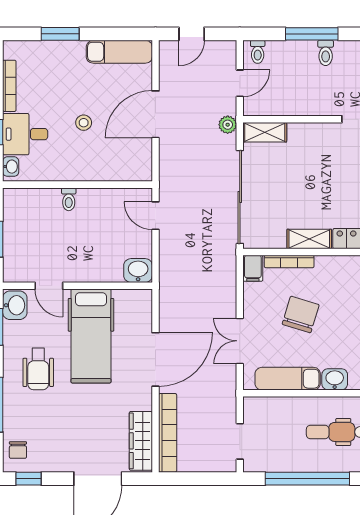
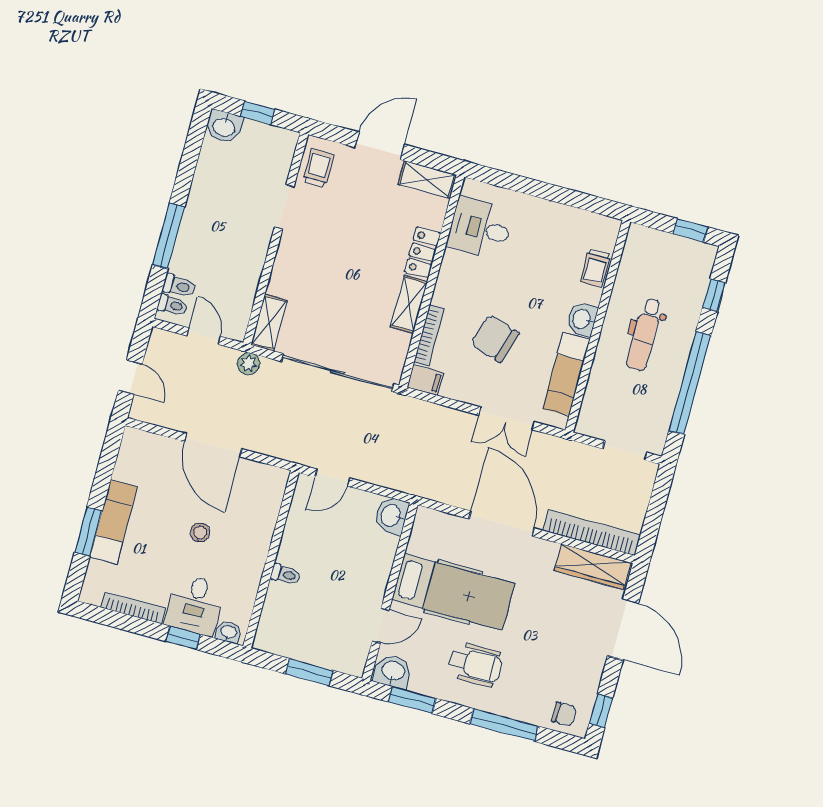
exam couch: (119, 52) -> (114, 522), moved
toilet: (326, 53) -> (179, 286), moved

